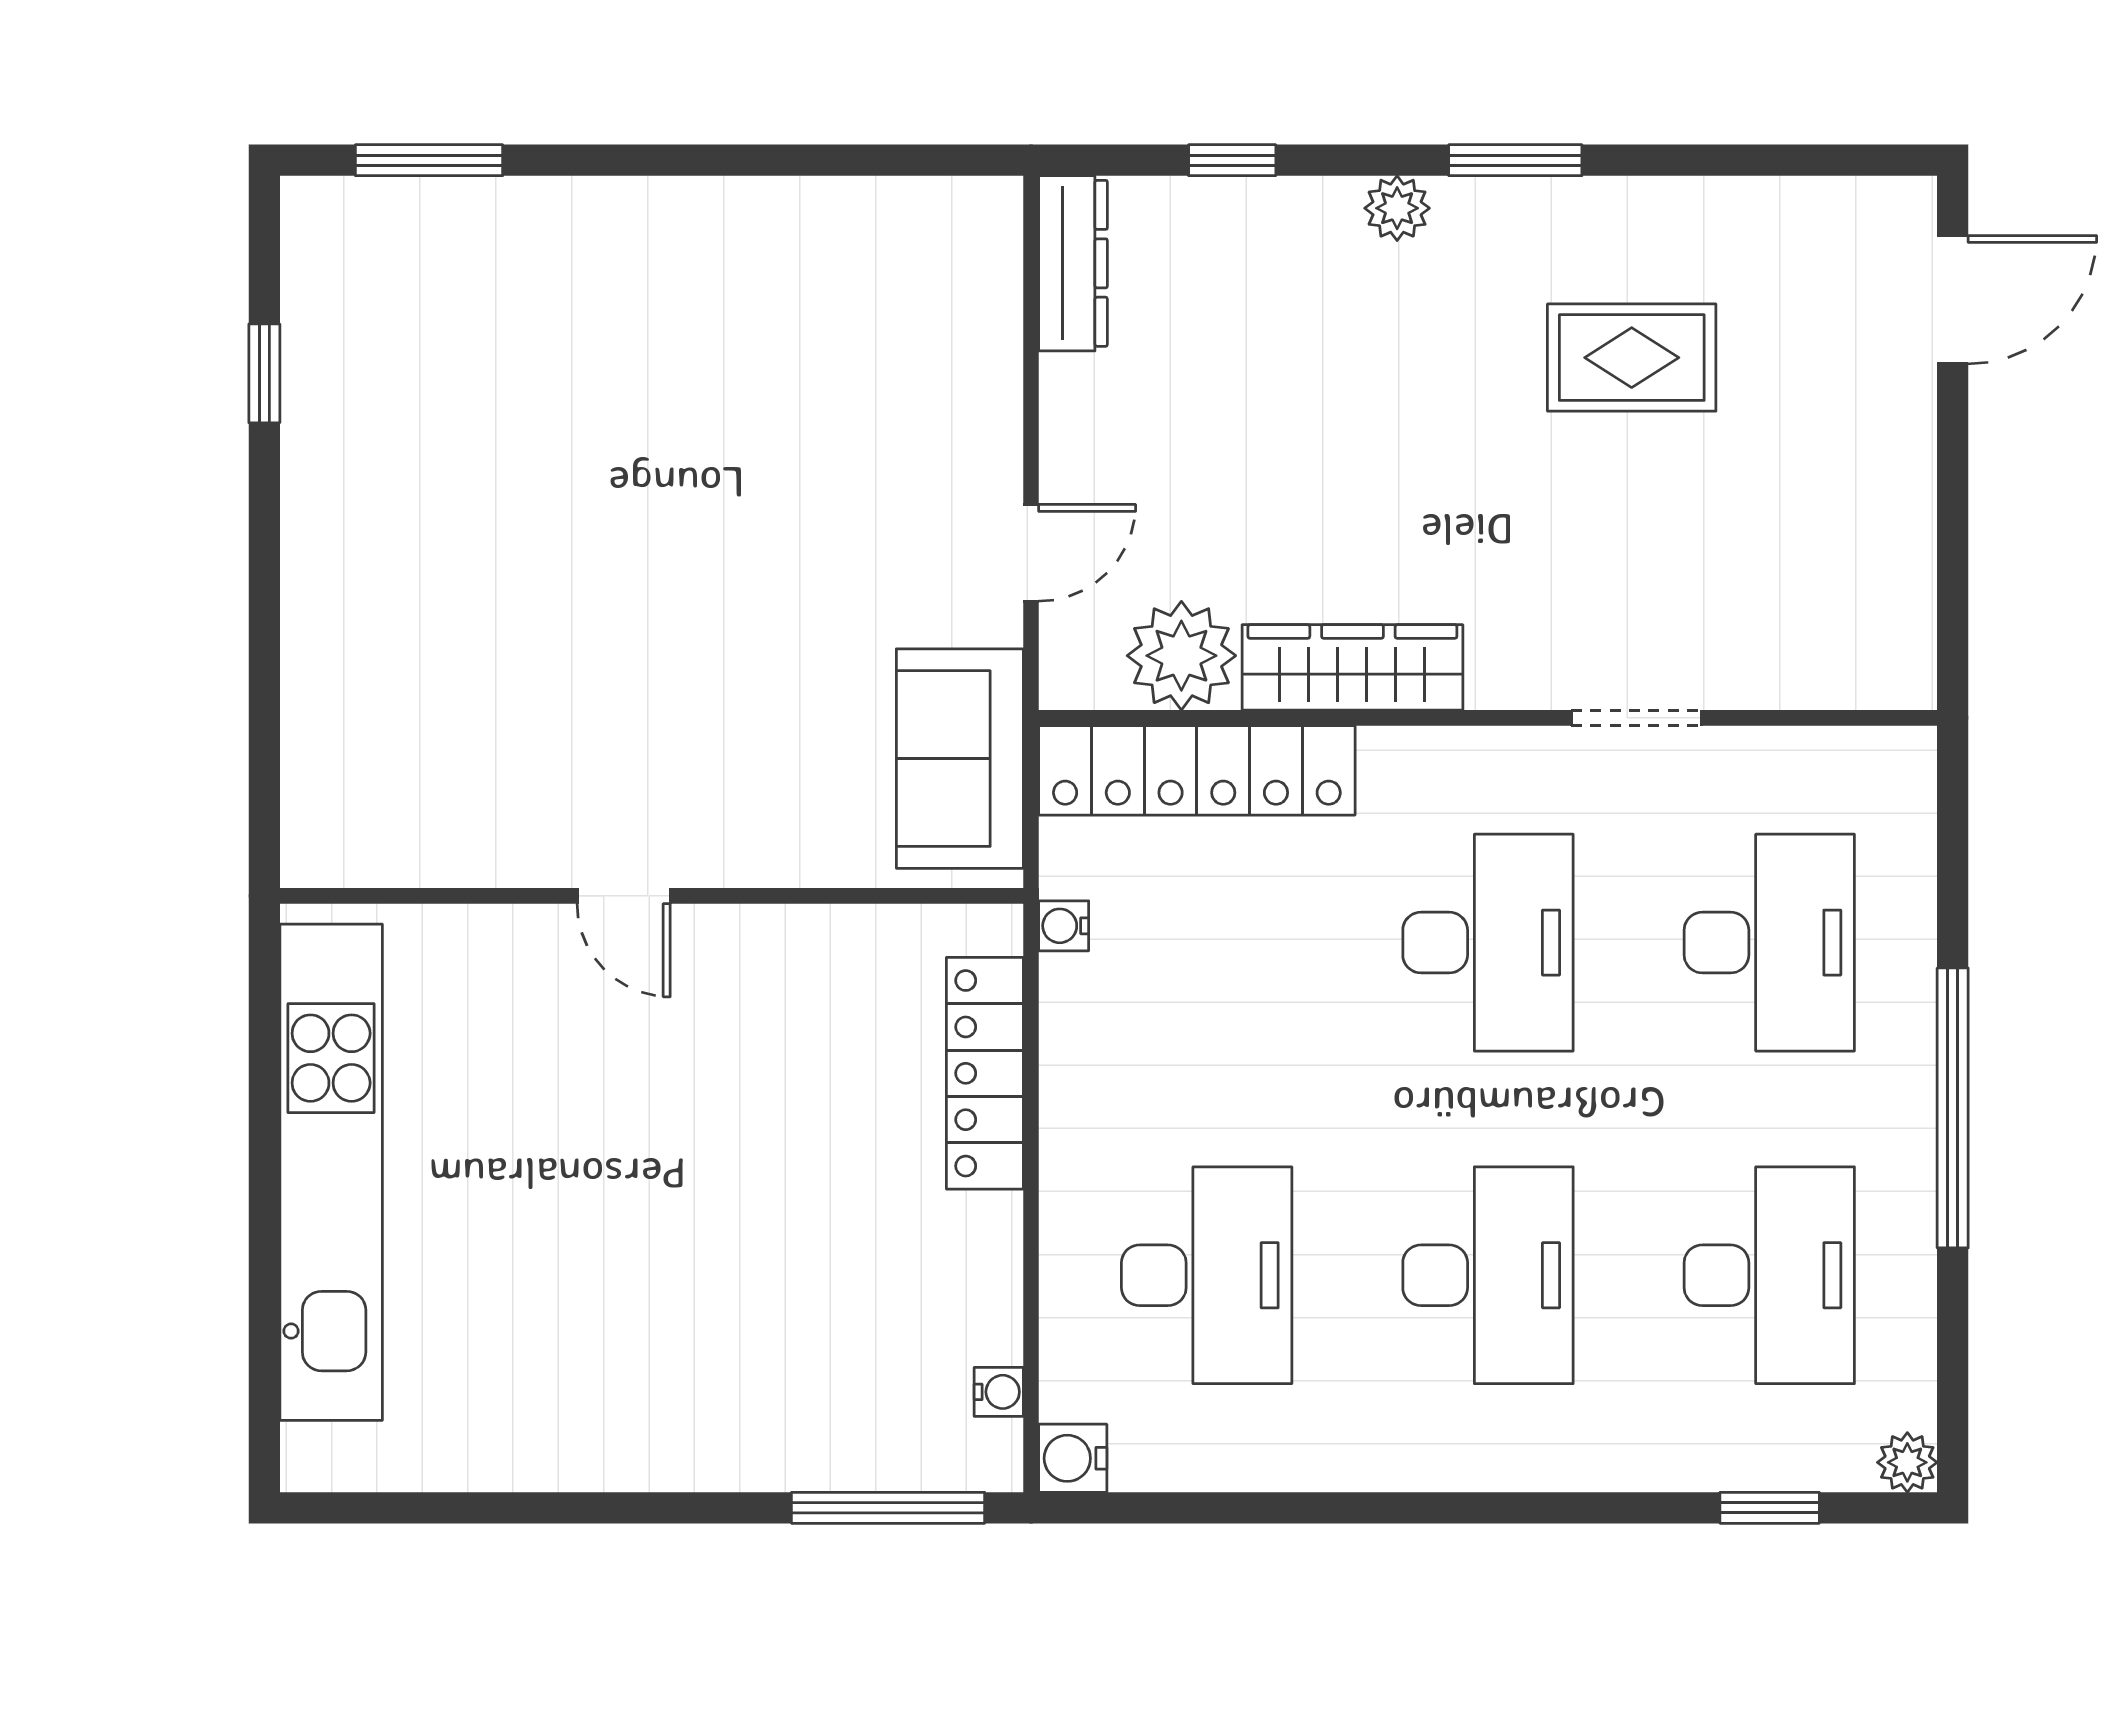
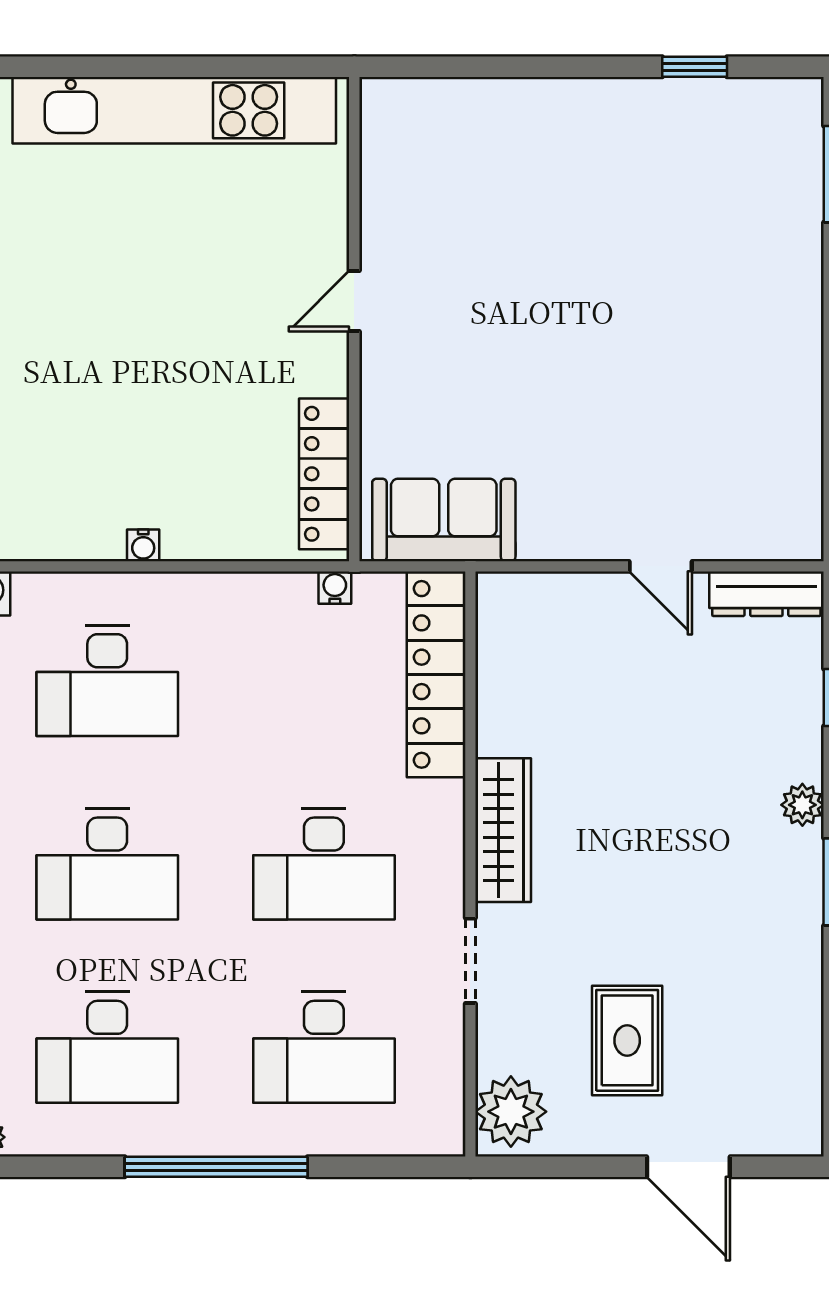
door: (1953, 300) -> (688, 1167), moved
rug: (1632, 358) -> (627, 1040), moved
door: (1031, 553) -> (661, 566), moved
plant: (1181, 656) -> (511, 1112), moved
wardrobe: (1352, 667) -> (503, 830), moved
locker: (985, 1073) -> (324, 474), moved, turned -90
water cooler: (999, 1392) -> (143, 545), moved

